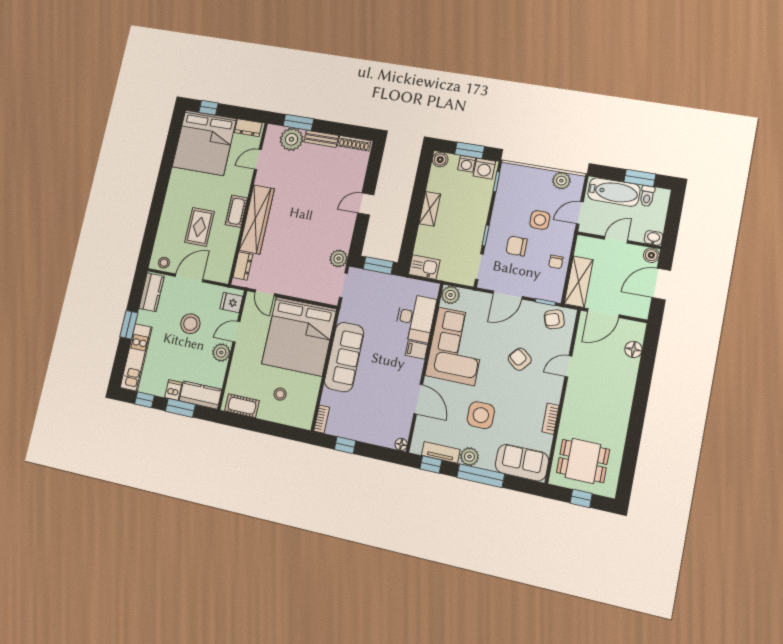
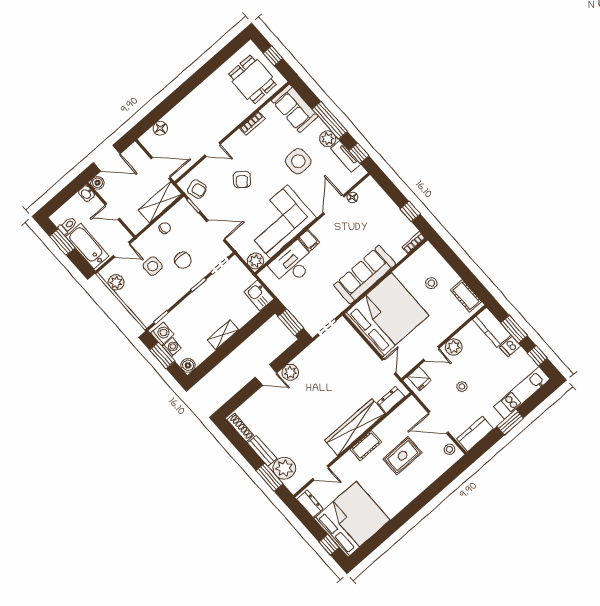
plant: (339, 259) -> (290, 372), moved
stool: (190, 324) -> (462, 387), width x0.53, depth x0.53
floor lamp: (401, 444) -> (352, 197), moved

